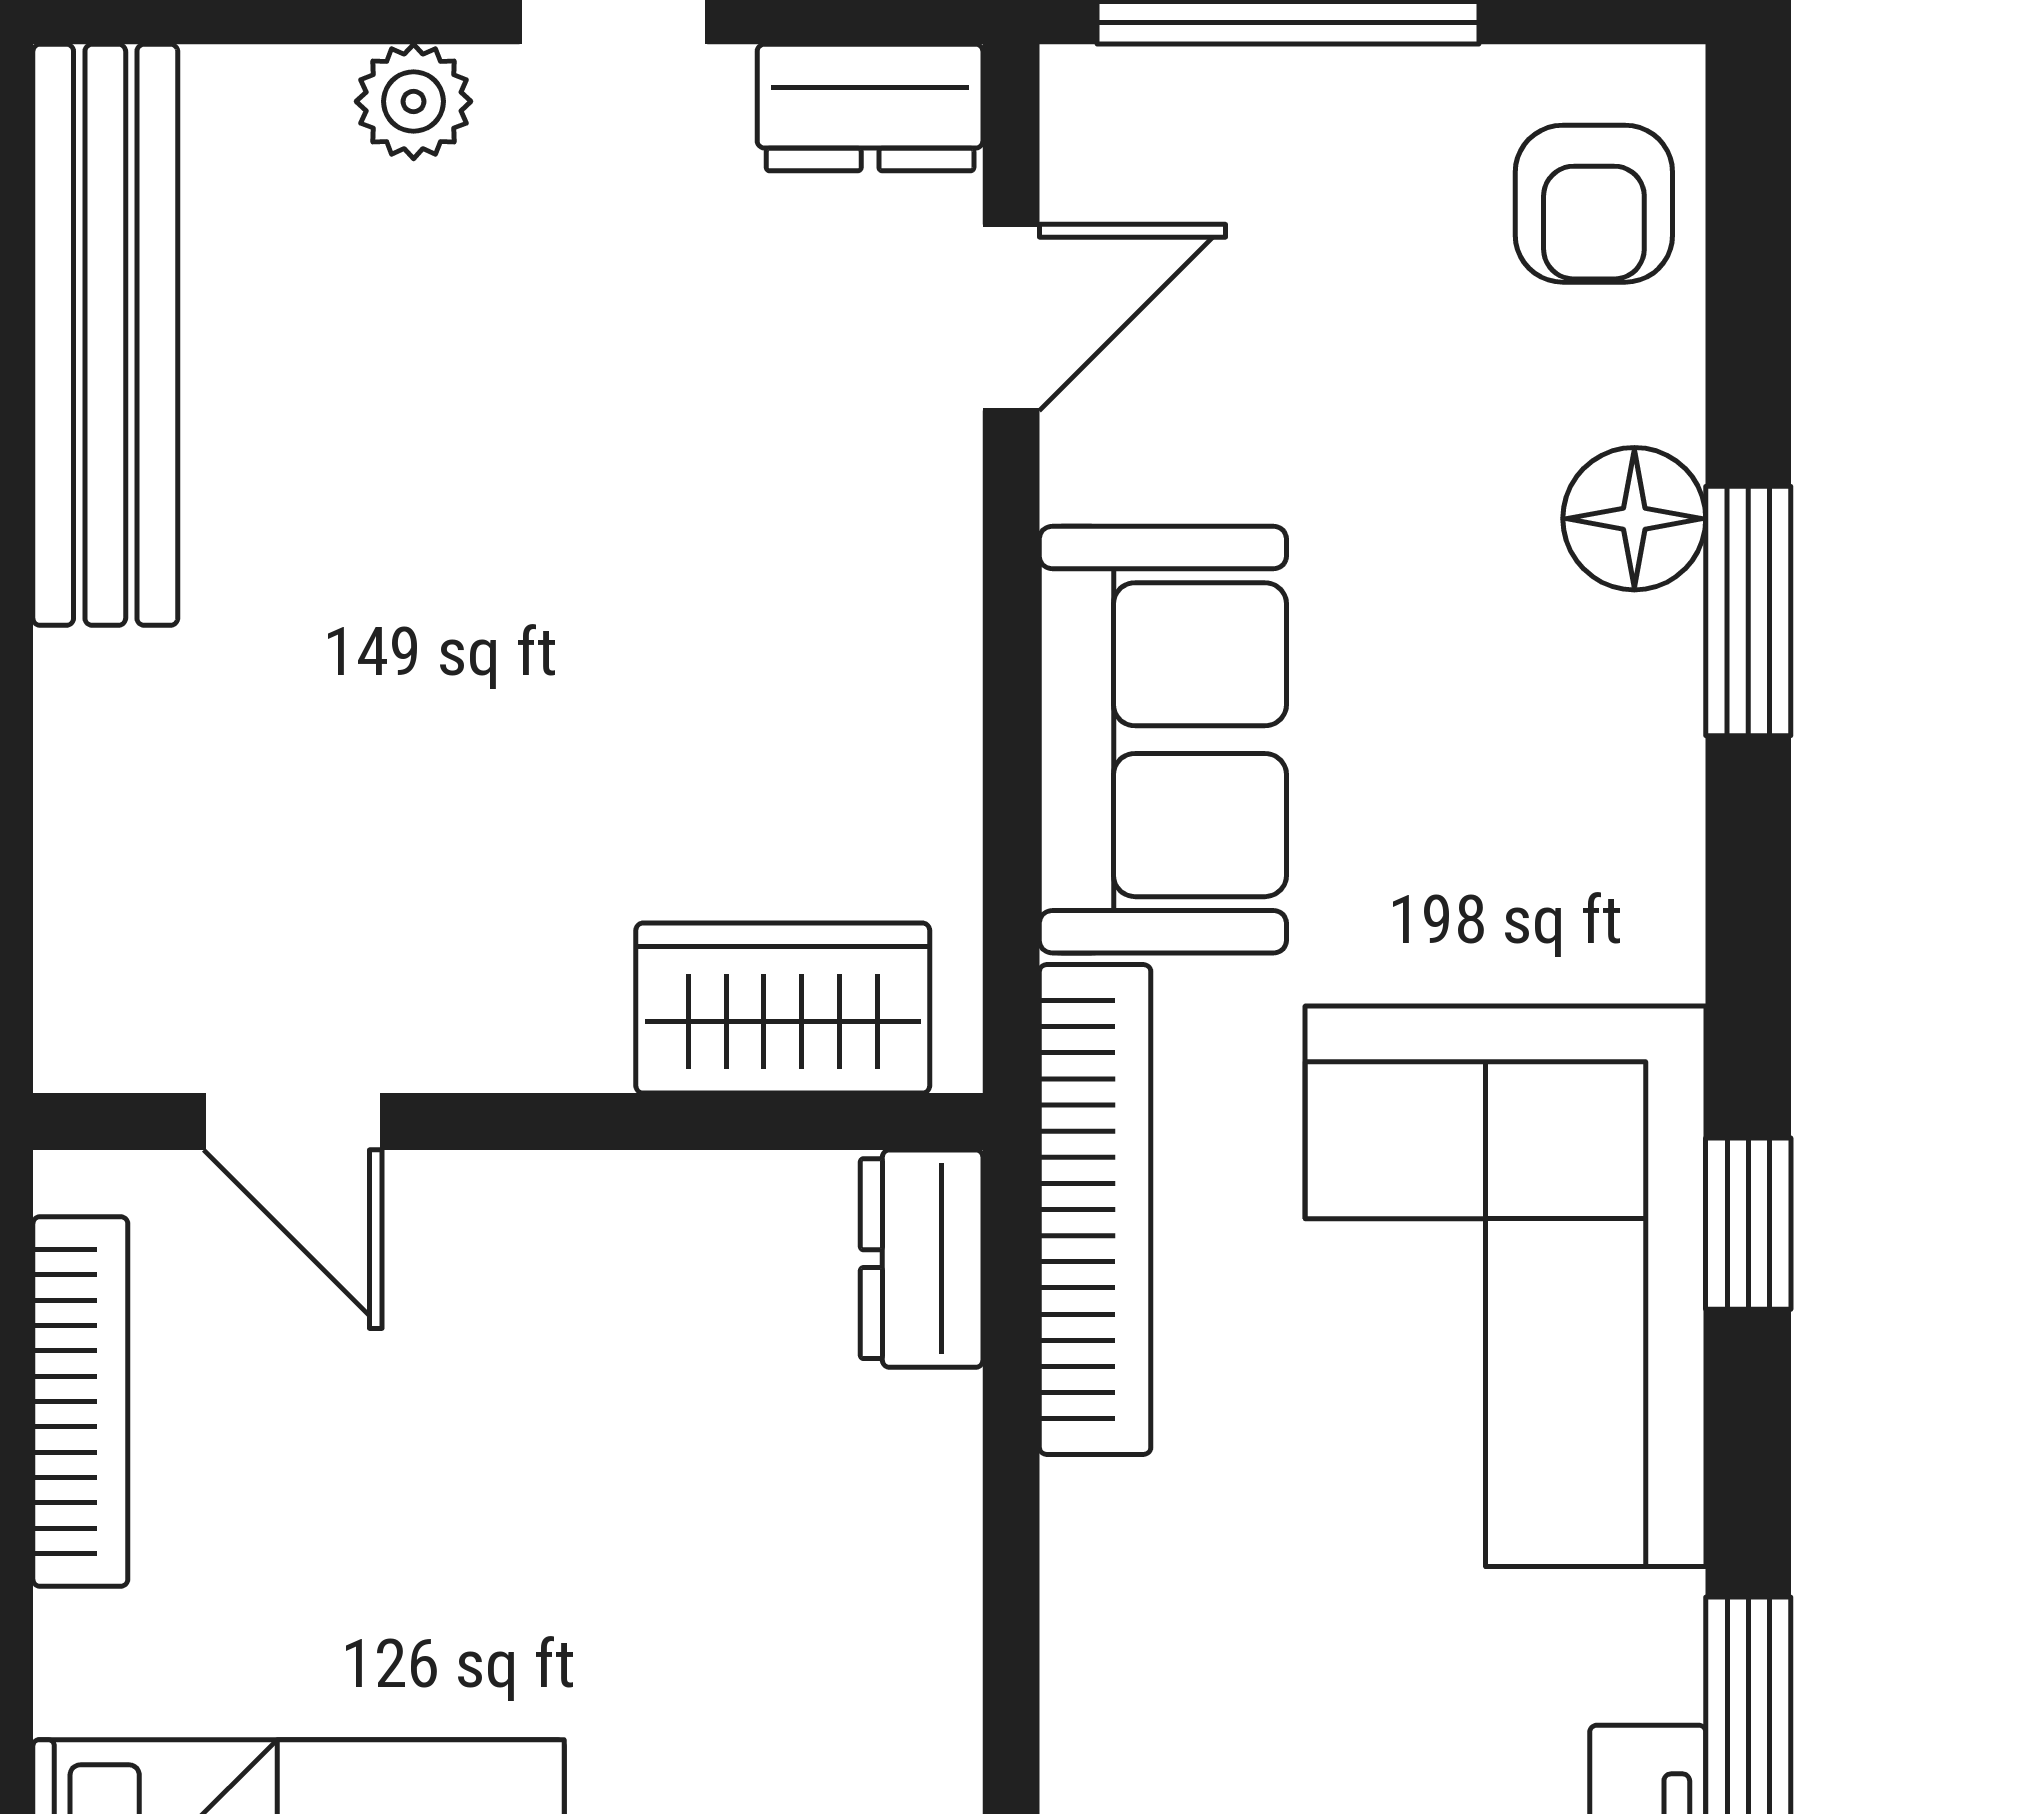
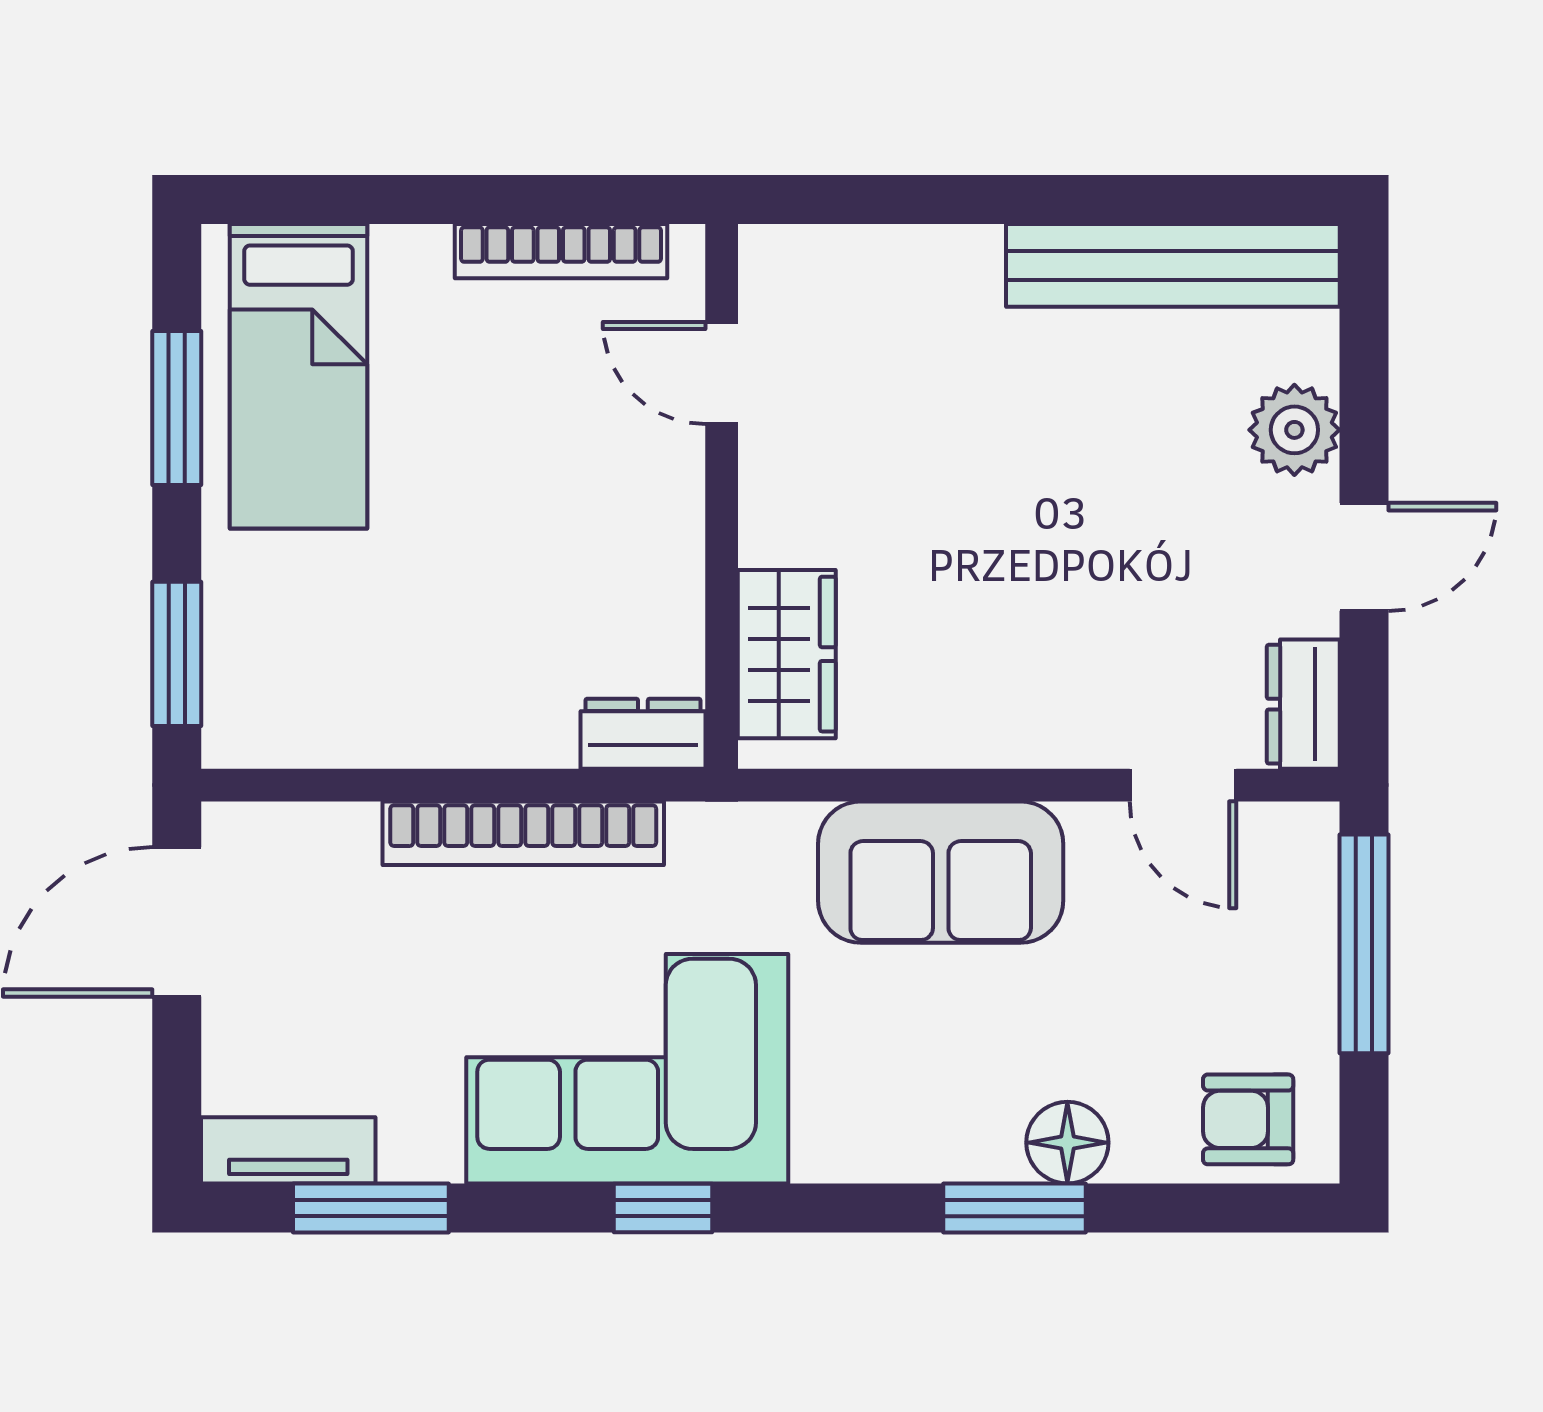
plant: (414, 101) -> (1294, 430), width x1.38, depth x1.38
door: (293, 1122) -> (722, 373), hinge flipped
bookcase: (1095, 1209) -> (523, 833), moved

